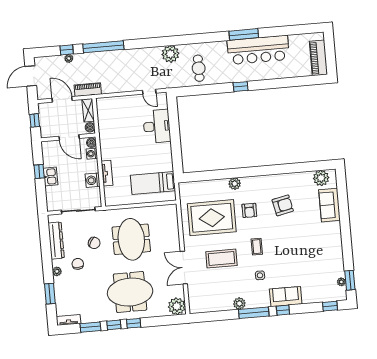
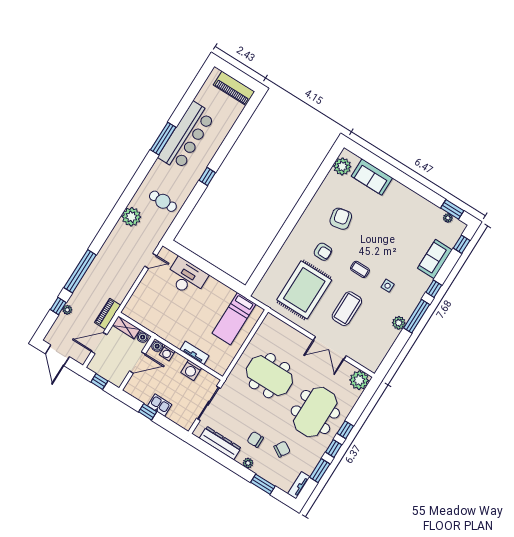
plant: (235, 184) -> (289, 247), removed
chair: (94, 243) -> (282, 449), moved
sofa: (286, 297) -> (435, 259), moved

